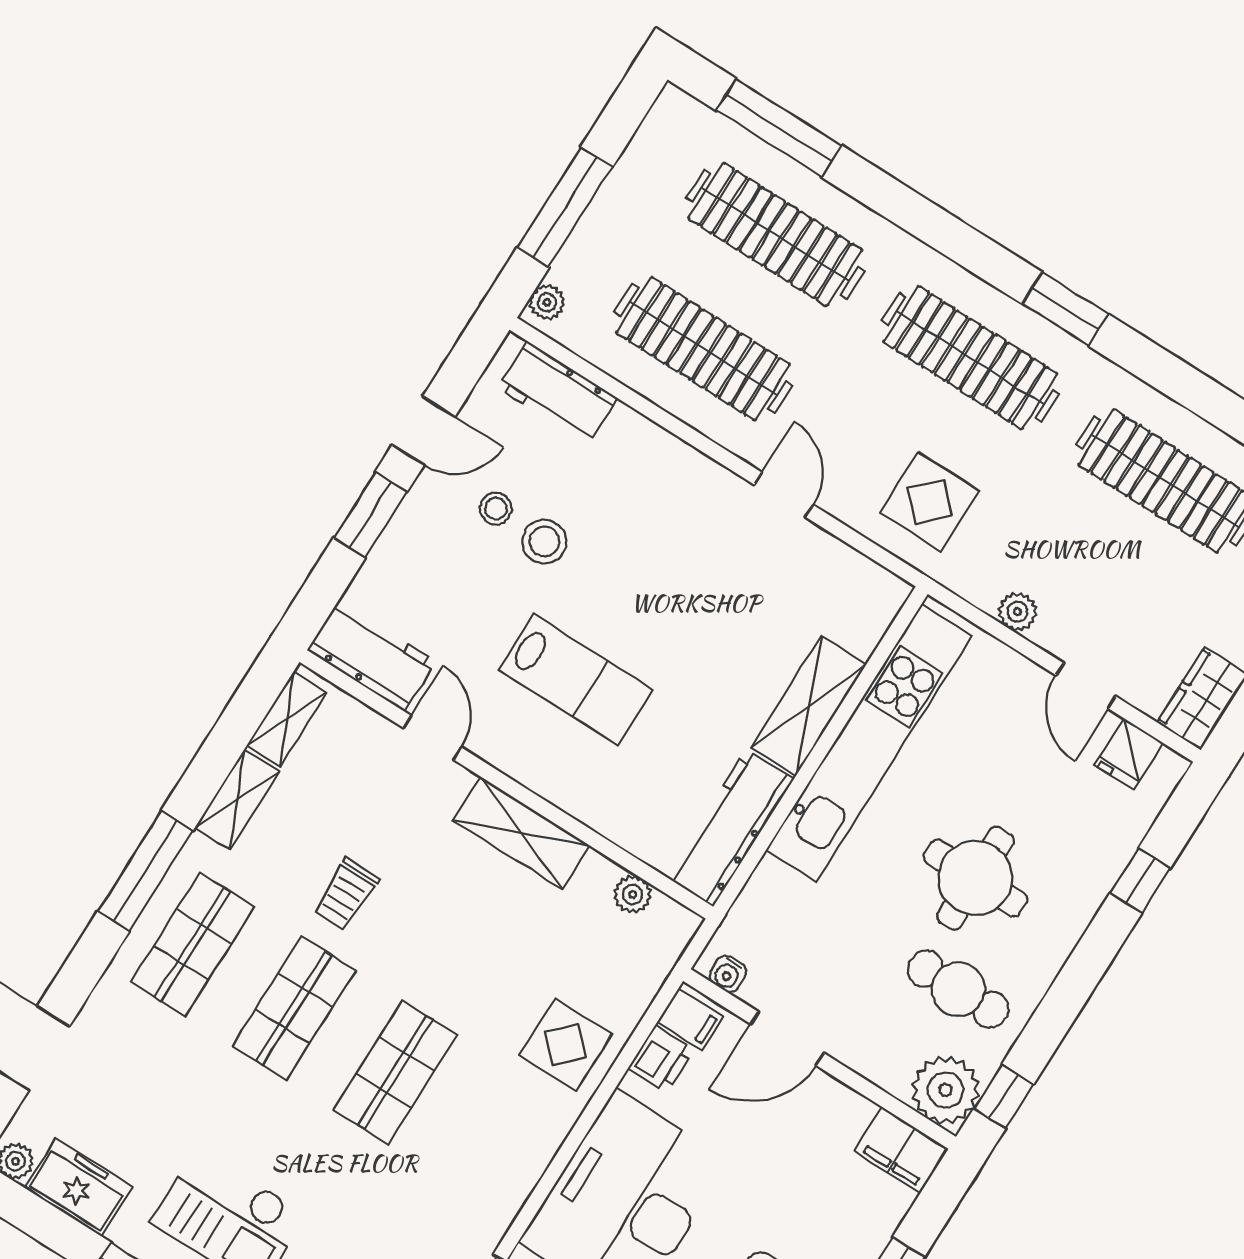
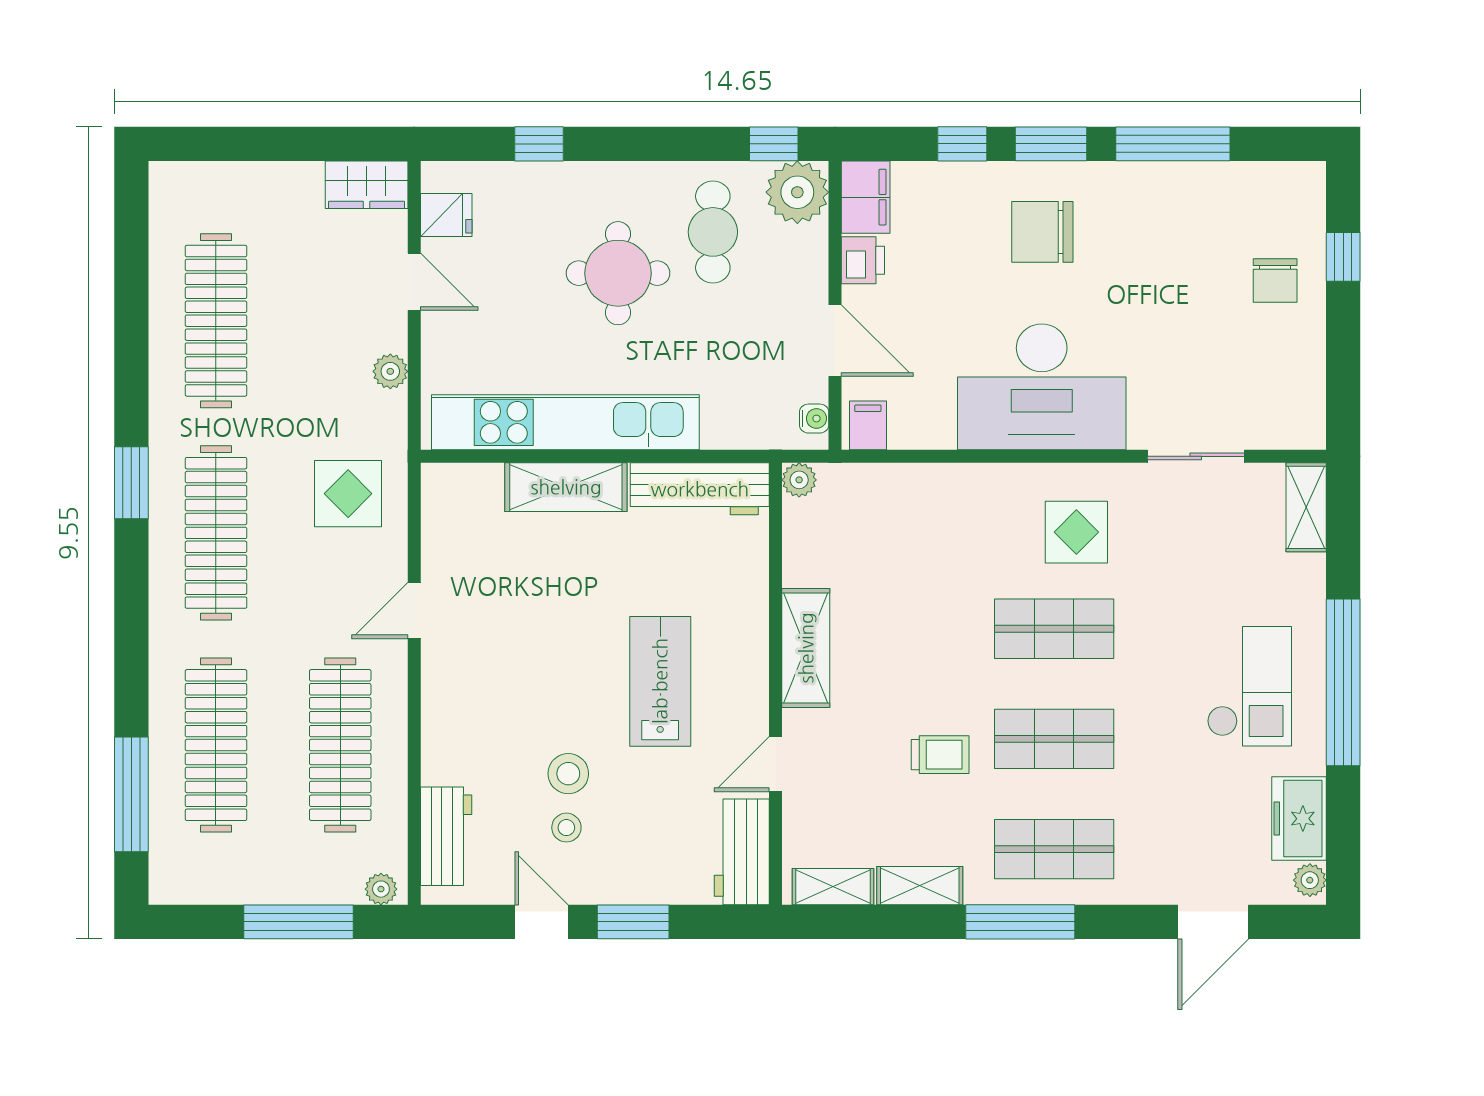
door: (1086, 686) -> (414, 282), hinge flipped
plant: (633, 894) -> (799, 480), moved
display table: (566, 1045) -> (1076, 532), moved
printer: (661, 1059) -> (863, 260), moved, turned 90

